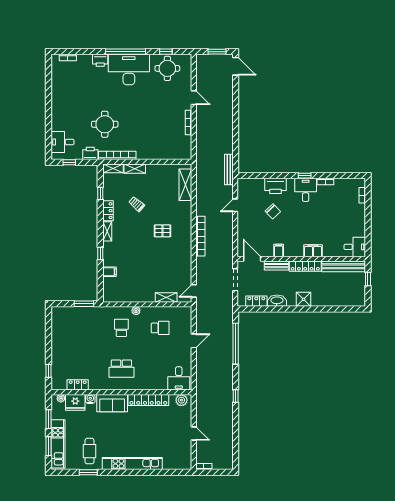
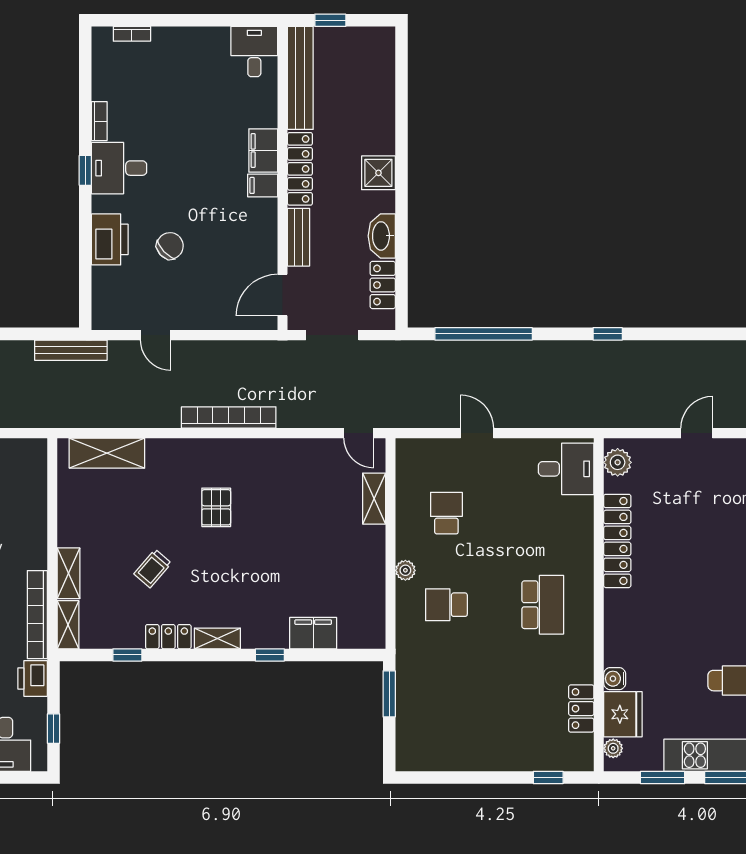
filing cabinet: (279, 250) -> (263, 185), moved
filing cabinet: (109, 272) -> (313, 633), width x2.00
sofa: (112, 403) -> (624, 627), removed

